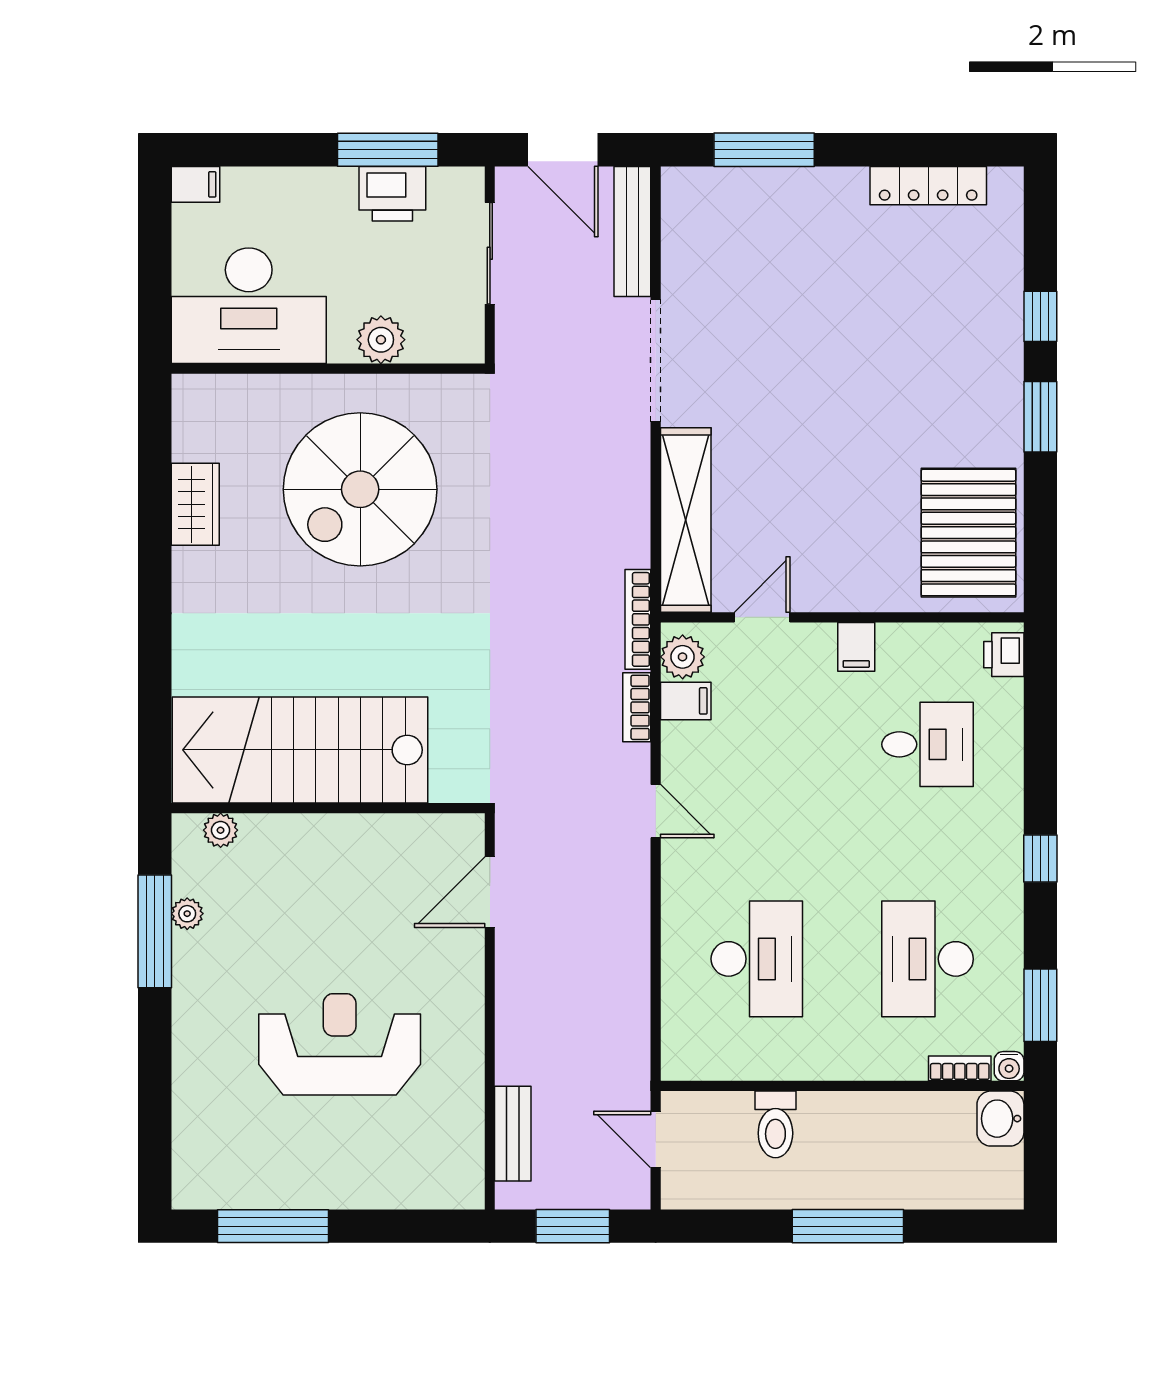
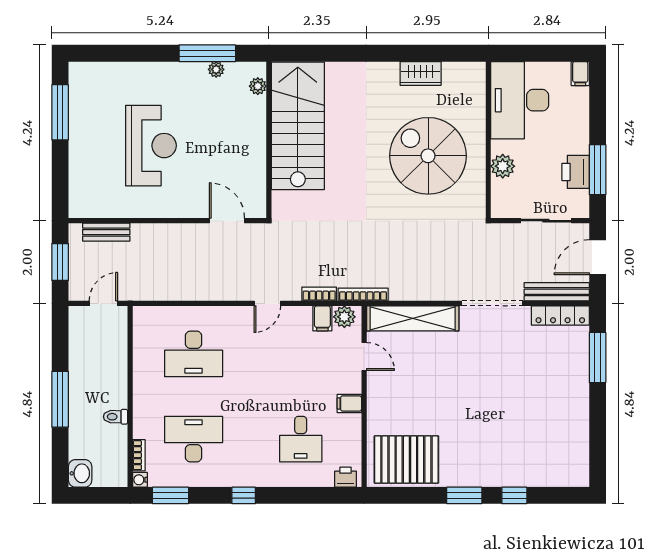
locker: (928, 186) -> (560, 315), moved, turned -90
washbasin: (1000, 1119) -> (80, 473), moved, turned 90
toilet: (775, 1124) -> (116, 417), moved, width x0.73, depth x0.72

